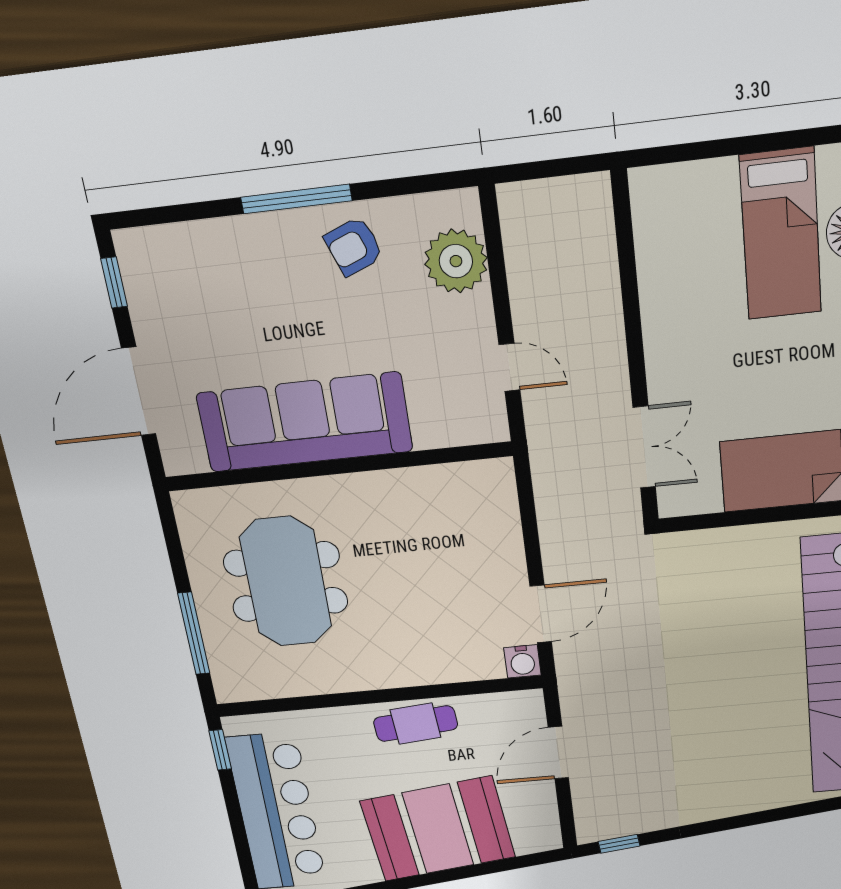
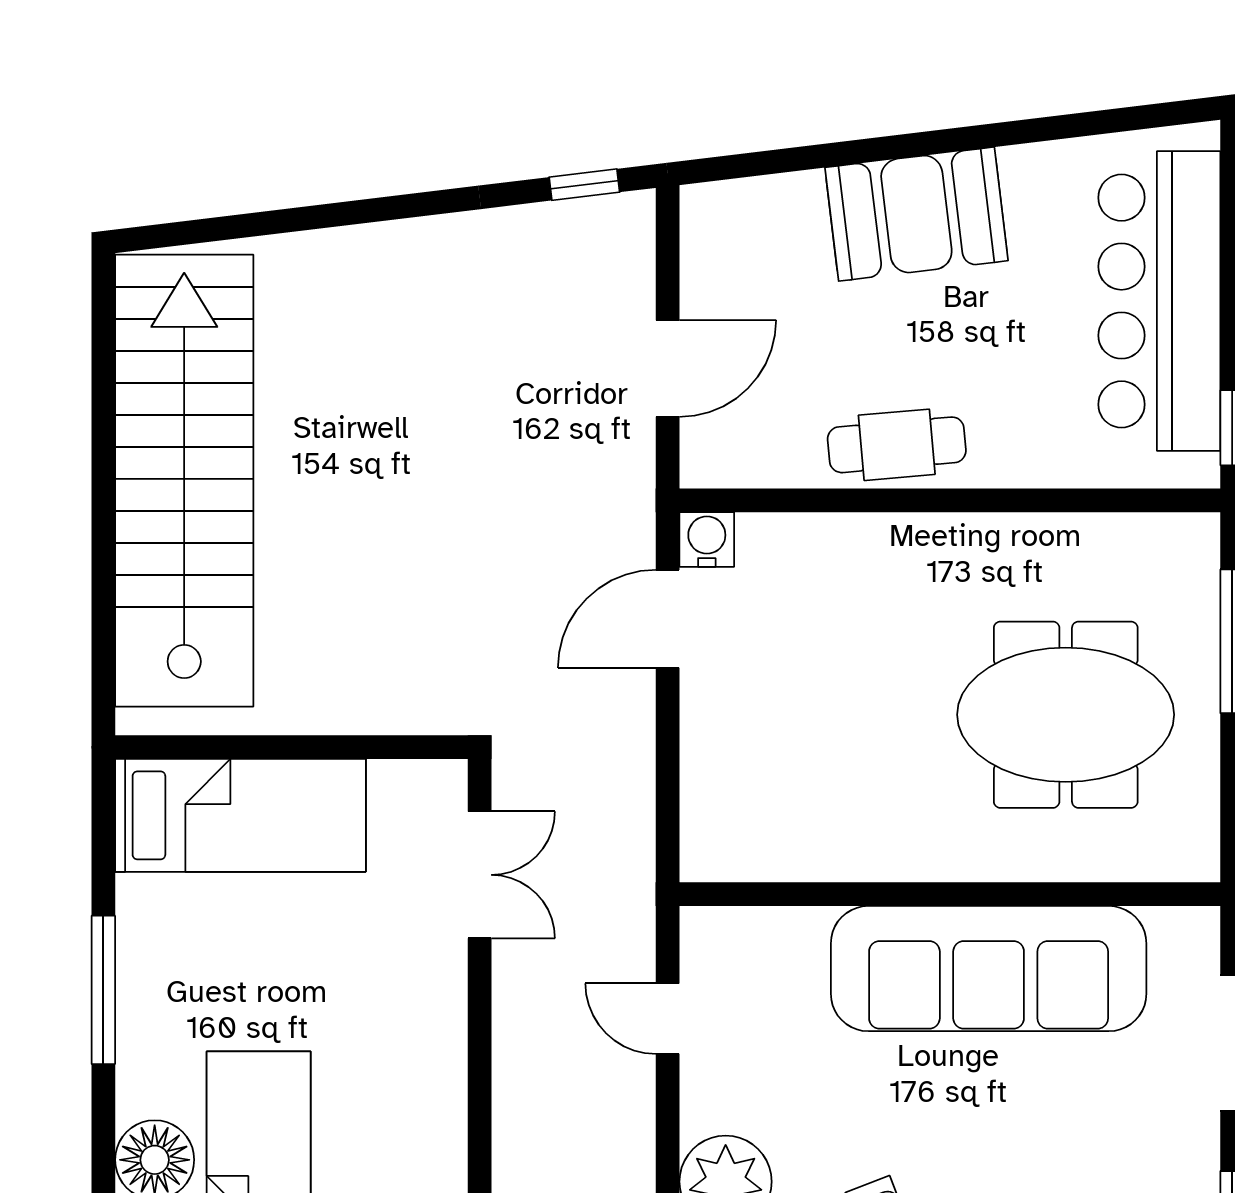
double door: (644, 447) -> (480, 875), swing flipped
meeting table: (286, 582) -> (1066, 715), turned 90
booth: (438, 829) -> (916, 214), width x0.73, depth x0.70

